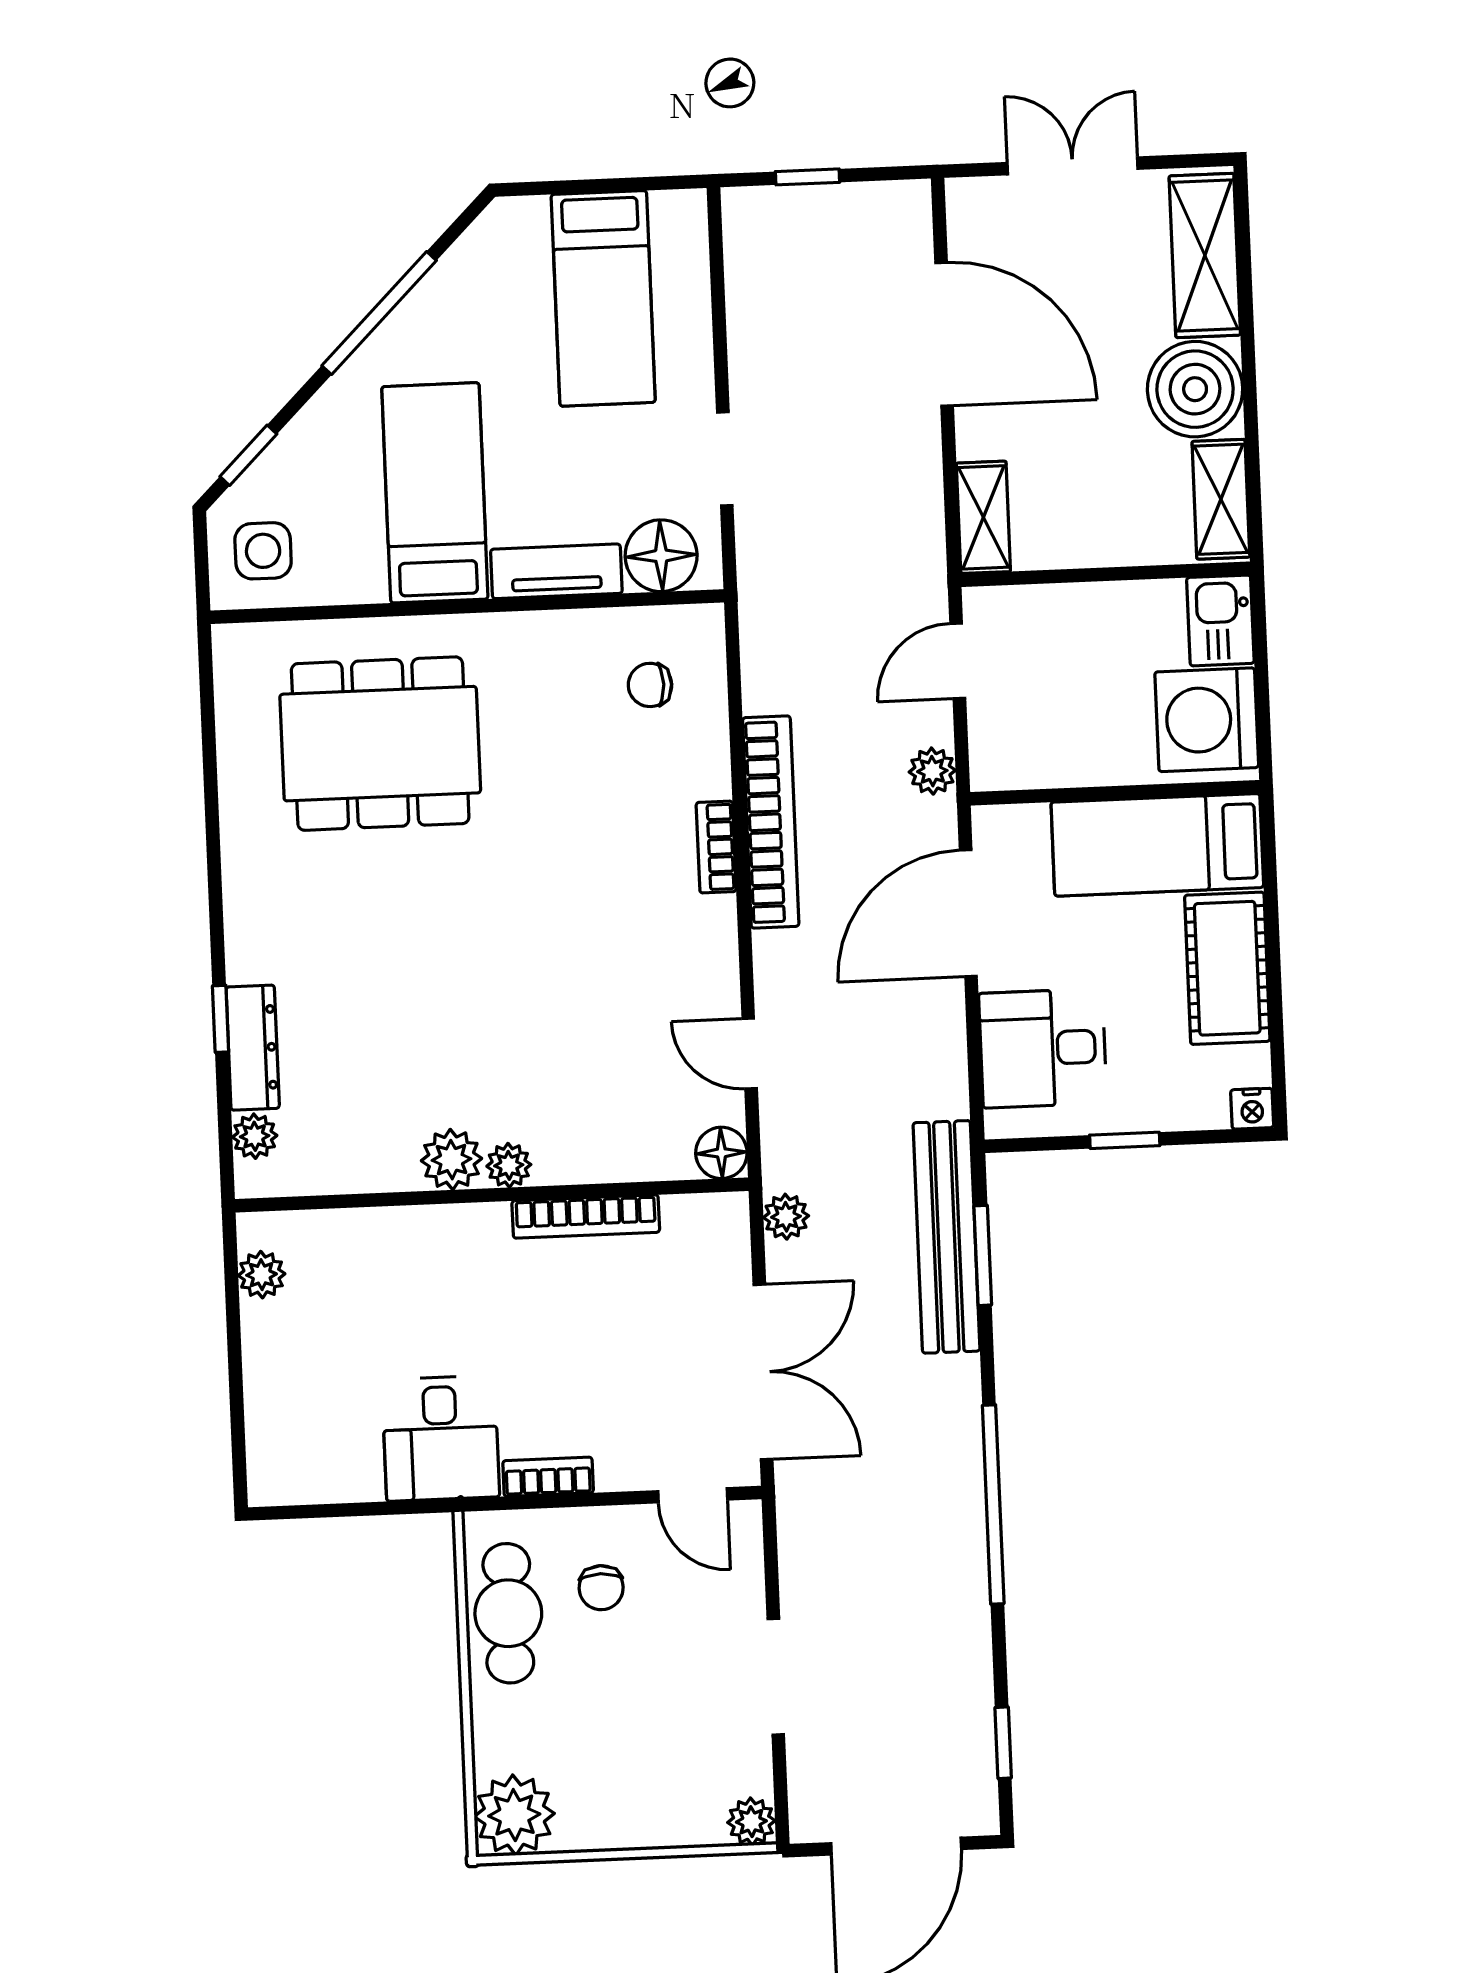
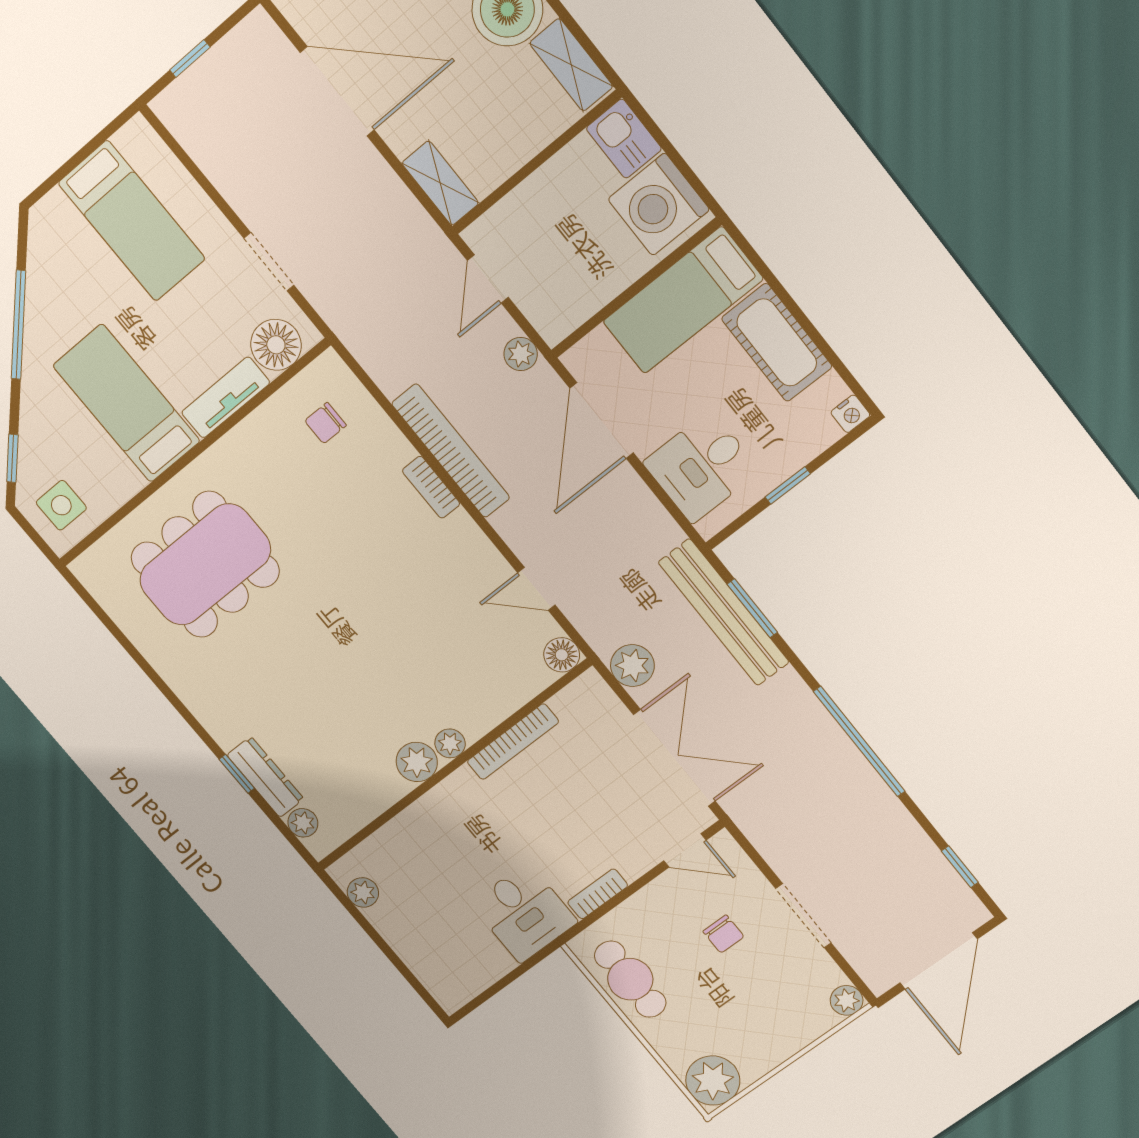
plant: (786, 1217) -> (632, 666), width x1.38, depth x1.38
chair: (601, 1588) -> (723, 934), moved

